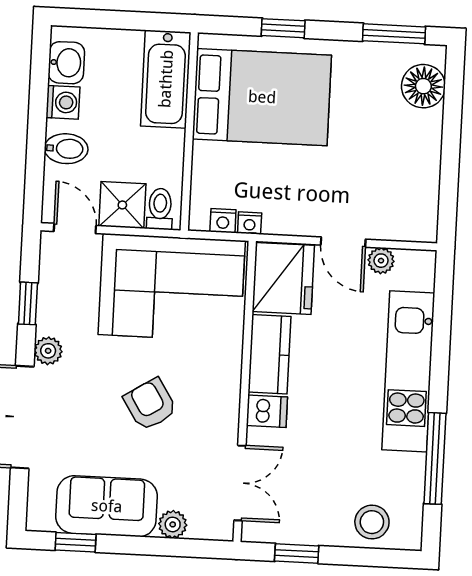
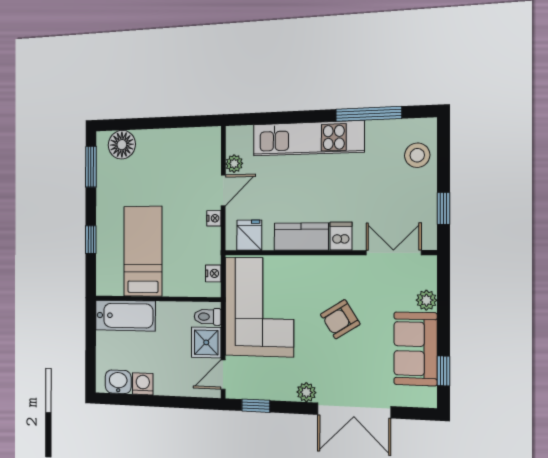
bed: (262, 97) -> (143, 251), width x0.67
bidet: (66, 149) -> (172, 381), removed
nightstand: (250, 223) -> (214, 218), moved
fridge: (283, 278) -> (249, 235), width x0.53, depth x0.75
window: (28, 303) -> (256, 406), moved

